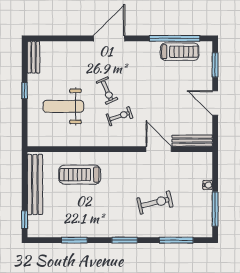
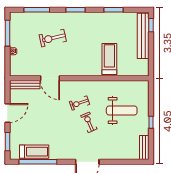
treadmill: (180, 52) -> (34, 152), turned 180
door: (215, 103) -> (7, 113), hinge flipped
treadmill: (80, 175) -> (109, 59), turned -90
bench: (35, 185) -> (143, 36), moved

